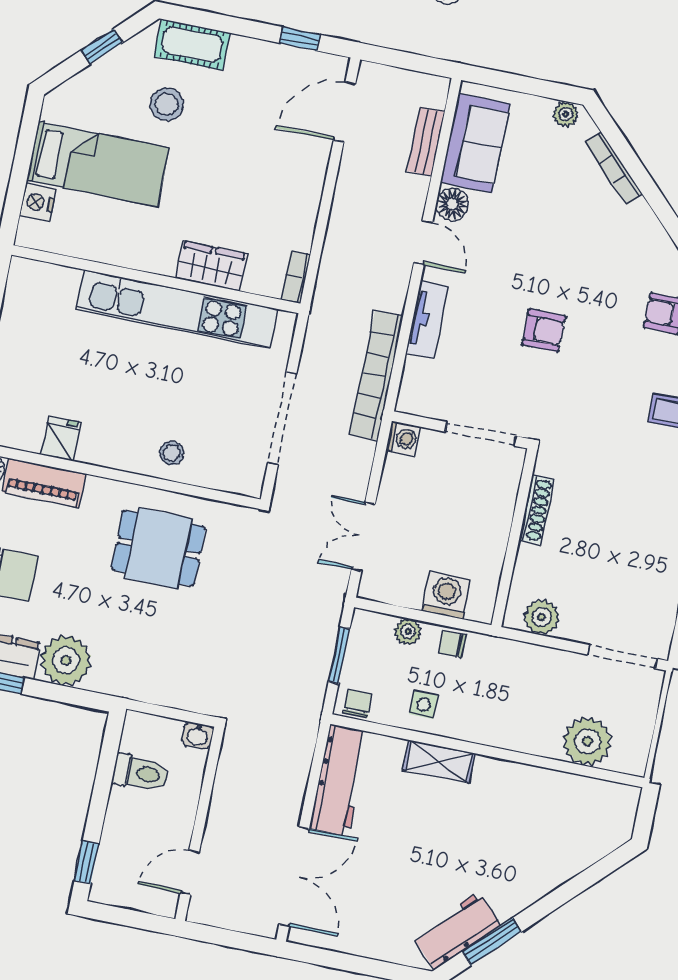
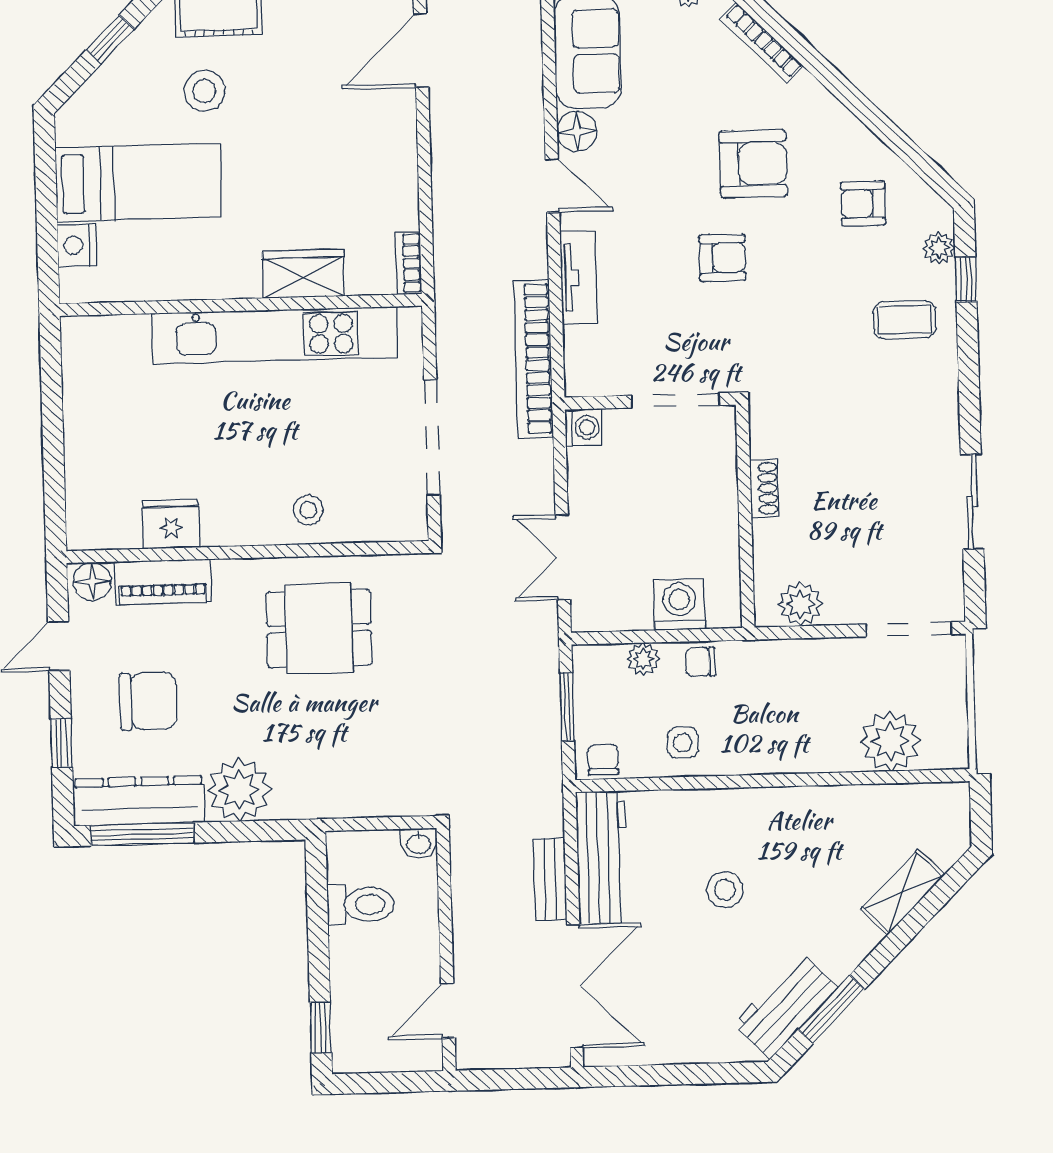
bench: (426, 141) -> (550, 879), moved
armchair: (585, 262) -> (753, 164), added
fridge: (61, 439) -> (171, 524), width x1.38
shoe rack: (536, 510) -> (764, 488), width x0.70
shelving: (439, 761) -> (903, 892), moved, turned -45
stool: (430, 828) -> (725, 890), added

